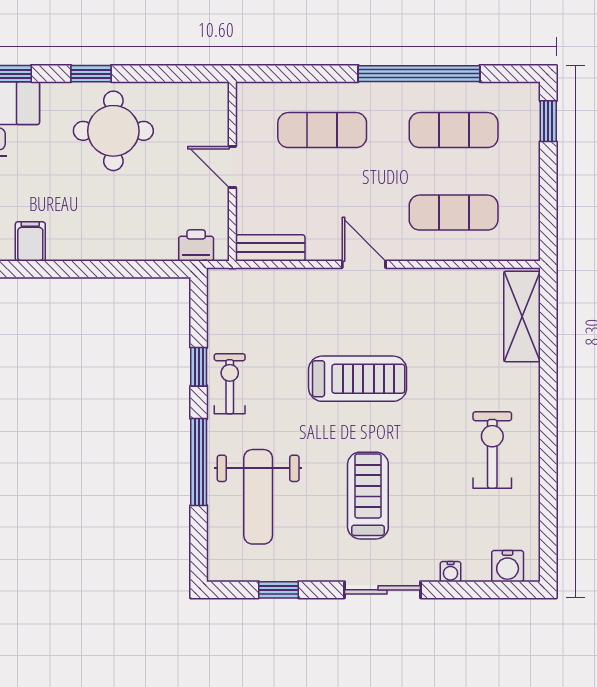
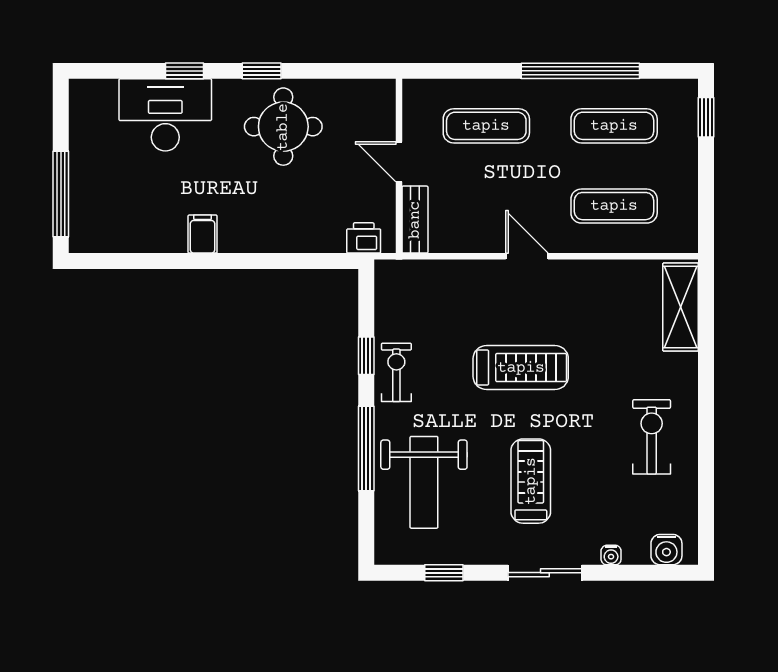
bench: (270, 248) -> (415, 220), moved, turned 90

